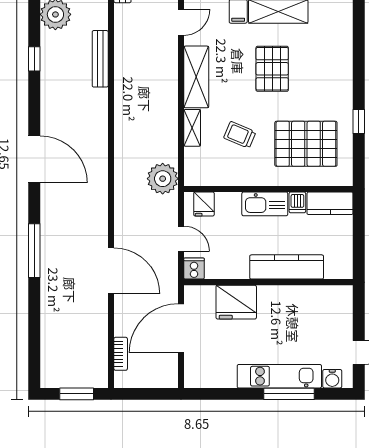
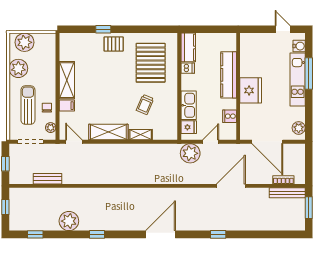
bench: (100, 59) -> (287, 193), moved
pallet: (272, 69) -> (114, 44), moved, width x0.67, depth x0.71
window: (359, 122) -> (103, 29), moved
plant: (163, 179) -> (190, 153), moved
kitchen sink: (265, 204) -> (189, 105), moved
window: (34, 251) -> (218, 234), width x0.46
cooker: (194, 269) -> (230, 116), moved
fridge: (236, 302) -> (251, 90), moved
plant: (203, 378) -> (299, 128), added

